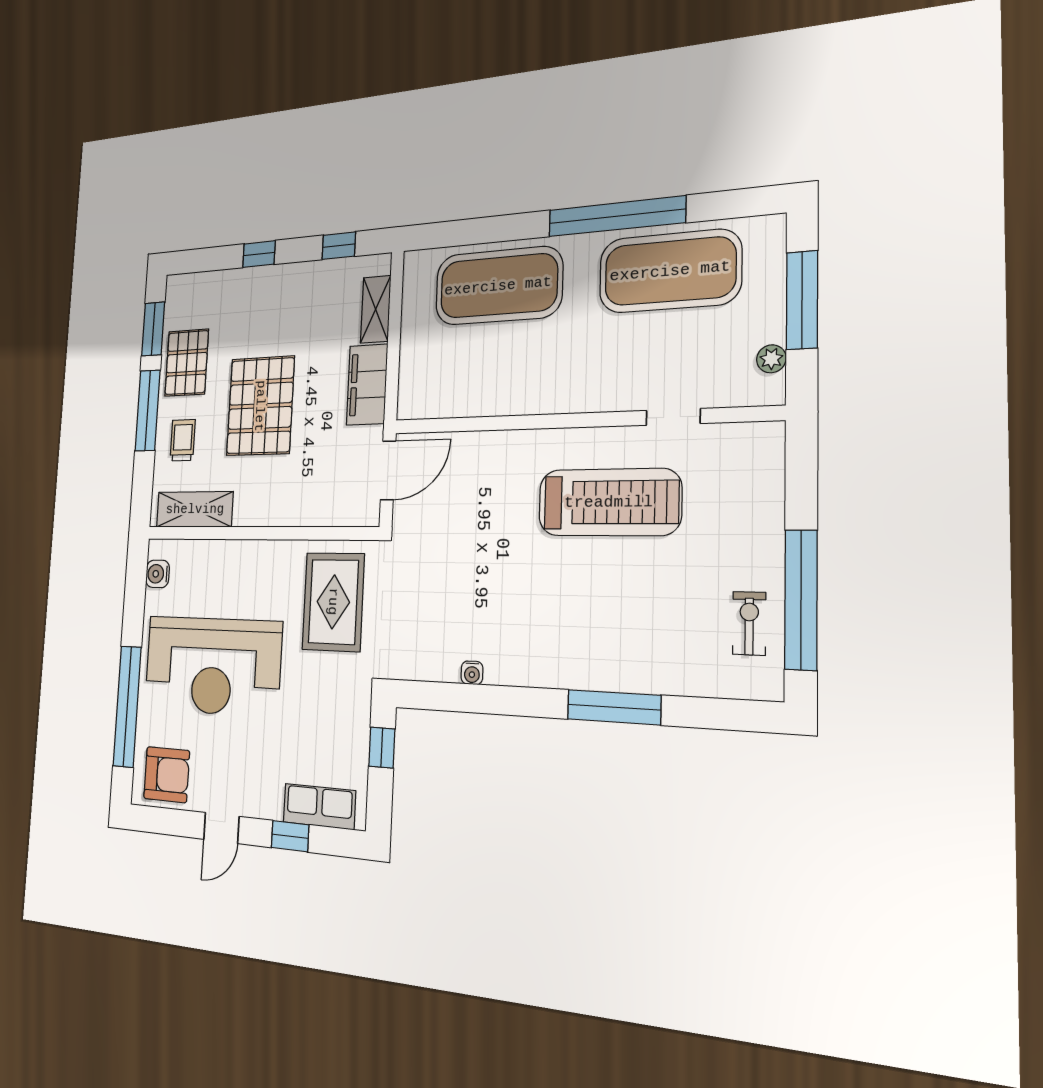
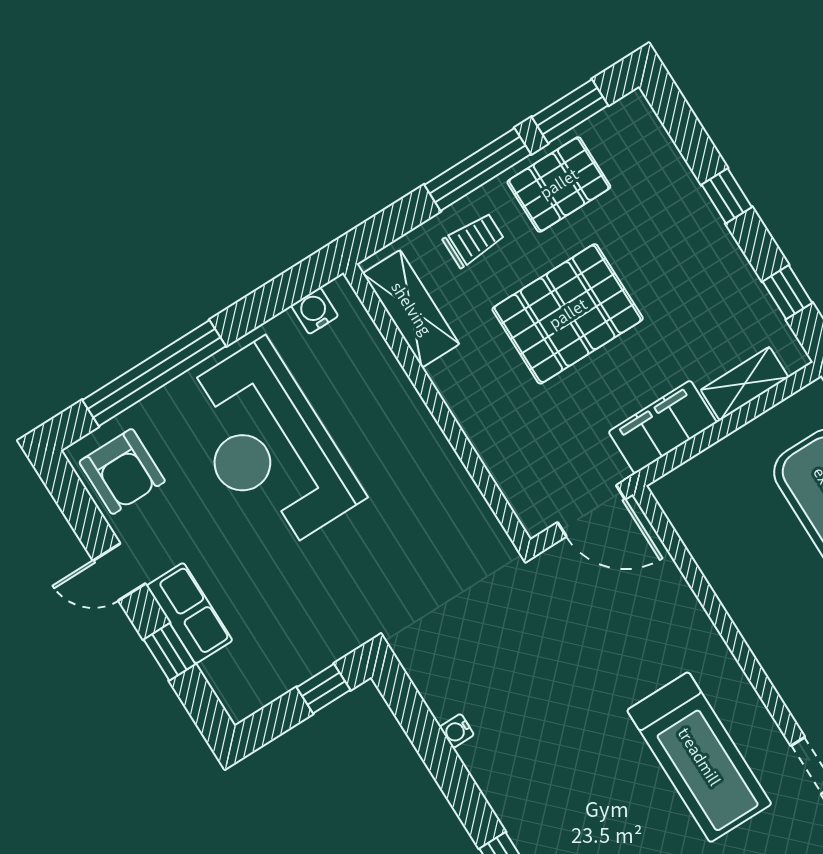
rug: (333, 602) -> (425, 540), removed
row of seats: (319, 807) -> (189, 613), moved

